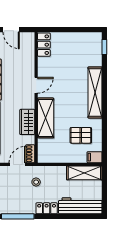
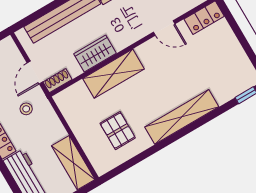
door: (36, 85) -> (164, 28), moved
filing cabinet: (95, 157) -> (100, 164), removed
door: (17, 164) -> (35, 72), swing flipped

